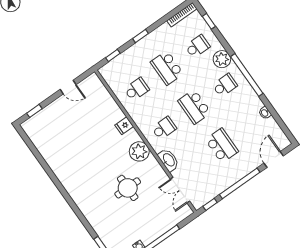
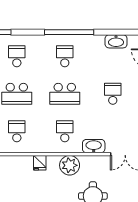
plant: (222, 59) -> (42, 43), removed
washbasin: (265, 113) -> (116, 41), width x1.91, depth x1.45
school desk: (222, 146) -> (113, 94), width x0.54

